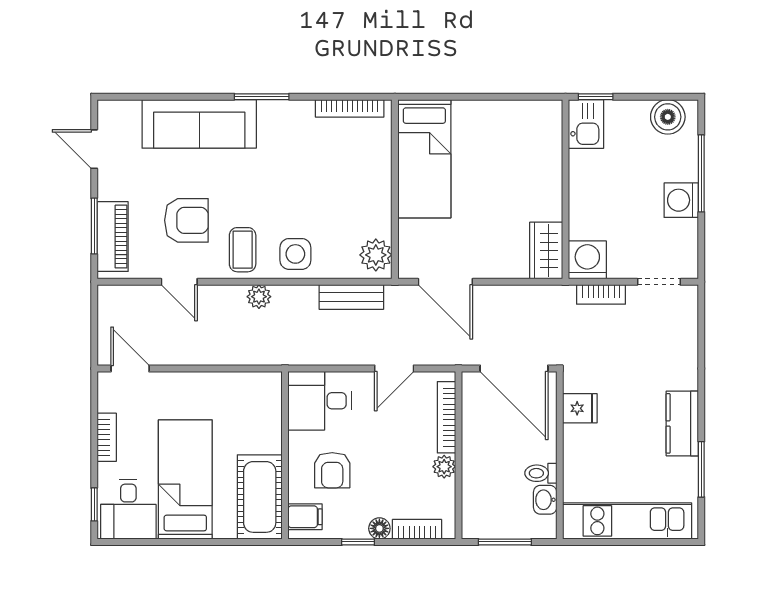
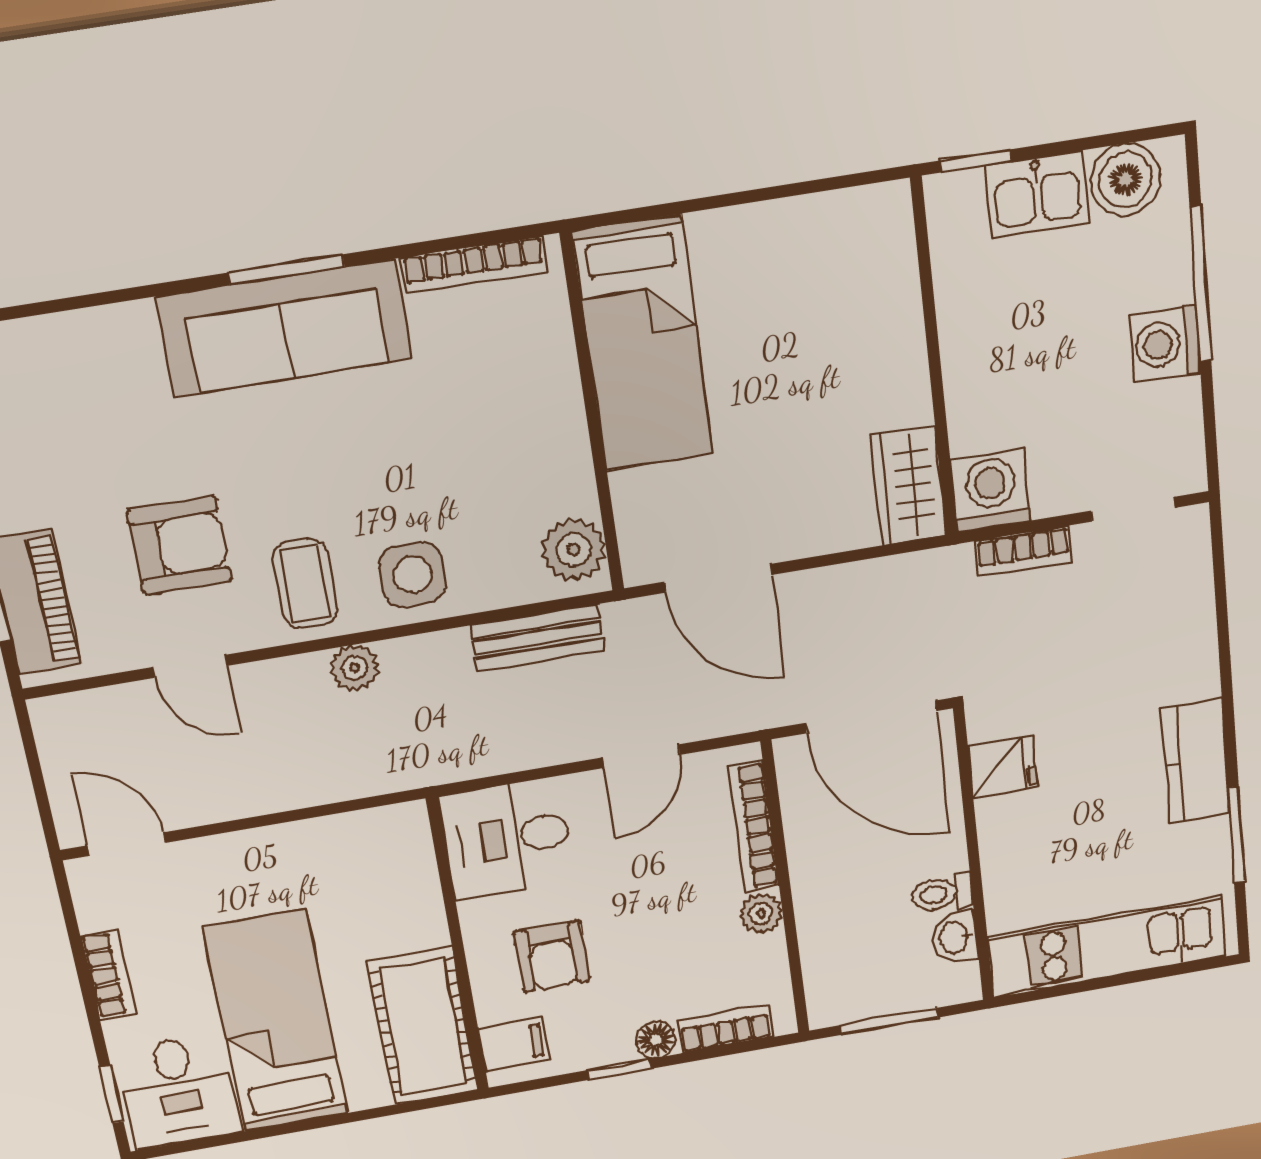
sofa: (199, 124) -> (285, 328), moved
kitchen sink: (586, 124) -> (1037, 195), moved, turned 90

